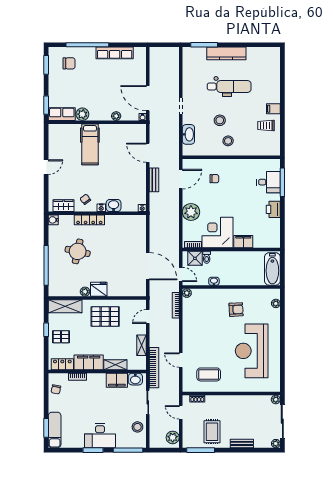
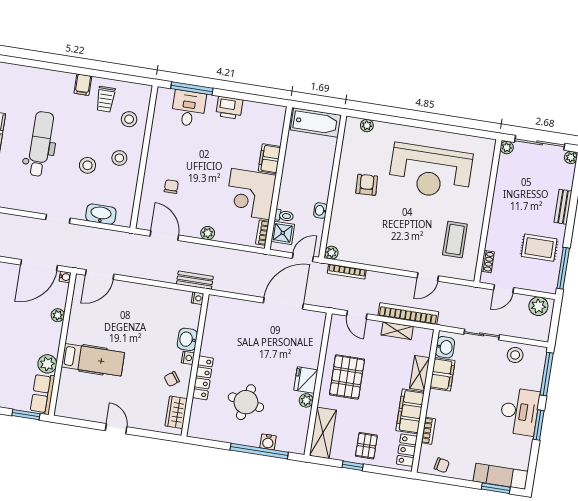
stool: (255, 143) -> (129, 119), added
door: (148, 153) -> (100, 275), moved
bench: (154, 180) -> (195, 280), moved
plant: (191, 212) -> (208, 233), width x0.53, depth x0.53
water cooler: (53, 220) -> (268, 442), moved
bookcase: (154, 368) -> (408, 314), moved

